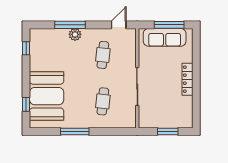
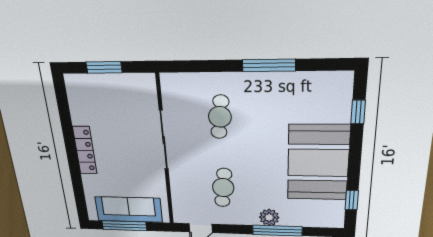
booth: (47, 96) -> (318, 163), moved

